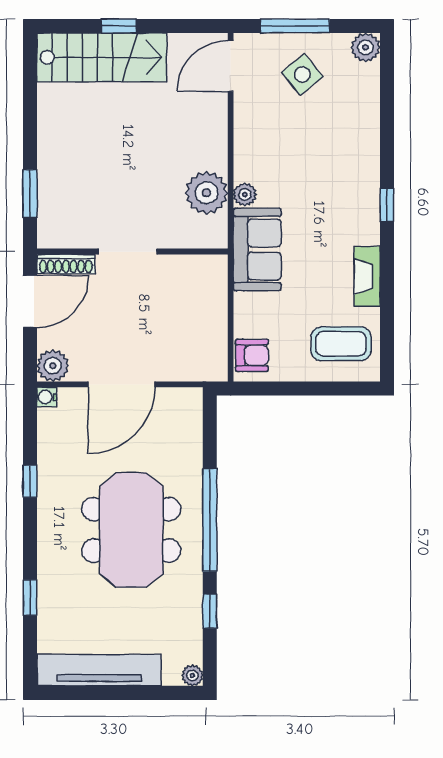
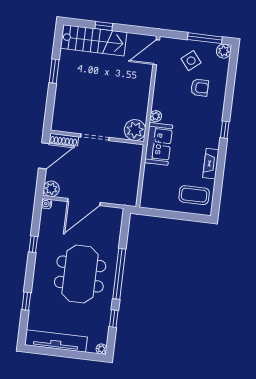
window: (295, 26) -> (205, 38), moved
plant: (206, 193) -> (135, 130), moved
window: (30, 194) -> (54, 71), moved
armchair: (252, 355) -> (200, 88), moved

